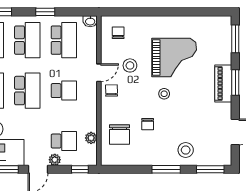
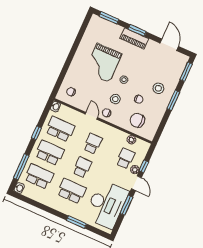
grand piano: (174, 58) -> (103, 63), turned 180
stool: (130, 65) -> (115, 99), moved
school desk: (27, 91) -> (82, 167), width x0.54
chair: (119, 135) -> (137, 120), turned 180
stool: (186, 150) -> (158, 88), moved
window: (80, 169) -> (144, 166), moved

